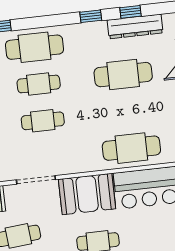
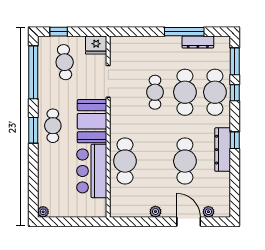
window: (130, 12) -> (235, 93), moved
dresser: (135, 26) -> (223, 150), moved
cafe table: (39, 84) -> (185, 92), width x1.37, depth x1.35

